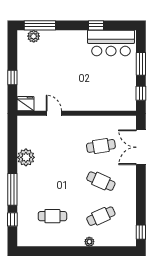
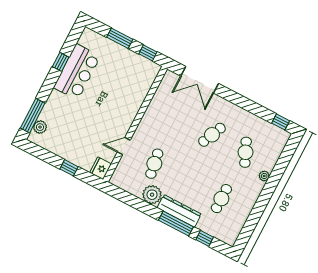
bar counter: (111, 43) -> (77, 72), moved
cafe table: (101, 146) -> (154, 164), moved
dresser: (24, 187) -> (179, 211), added

